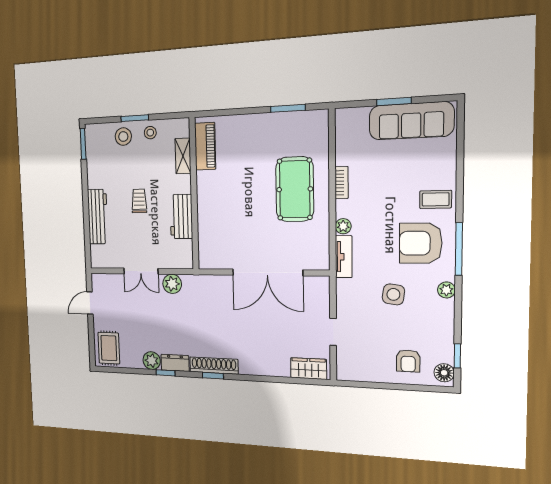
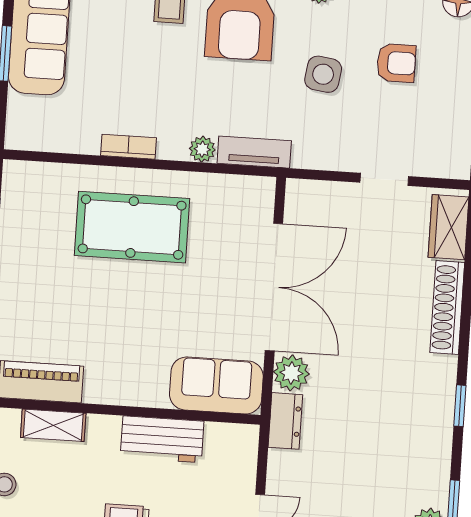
sofa: (212, 244) -> (216, 385), added
plant: (172, 284) -> (291, 373), moved
armchair: (408, 361) -> (396, 63), moved
dresser: (175, 363) -> (285, 421), moved, turned 180
shoe rack: (214, 366) -> (447, 308), moved

